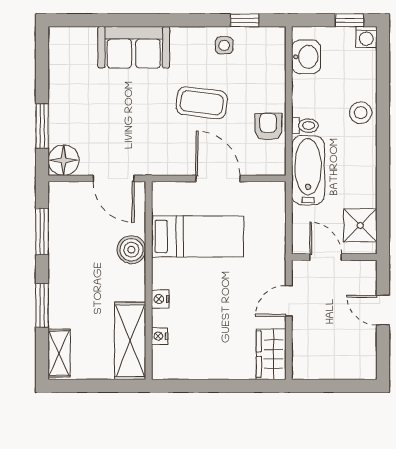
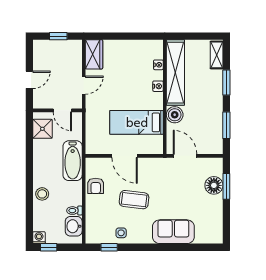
toilet: (305, 126) -> (74, 211), moved
floor lamp: (64, 160) -> (214, 185), moved
door: (383, 310) -> (29, 80), hinge flipped
shelving: (130, 341) -> (175, 73), width x1.47
window: (333, 386) -> (58, 36), added

